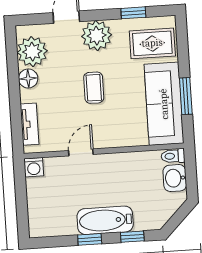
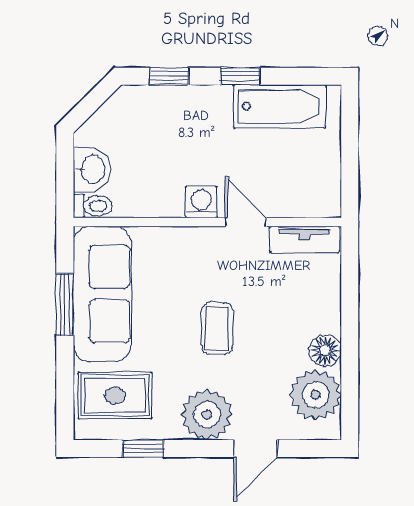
tv unit: (29, 124) -> (304, 239), moved, turned -90
door: (81, 152) -> (246, 222), swing flipped
washing machine: (34, 167) -> (201, 202), moved
bathtub: (105, 220) -> (280, 106), moved

